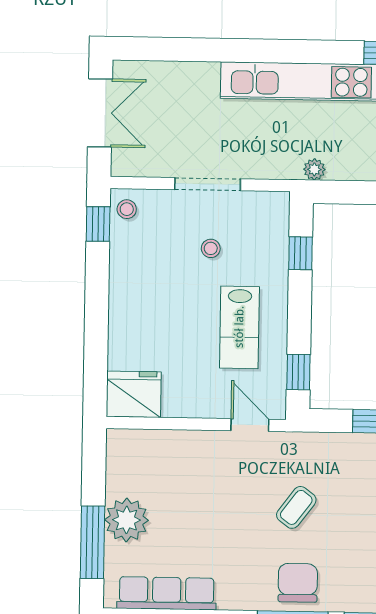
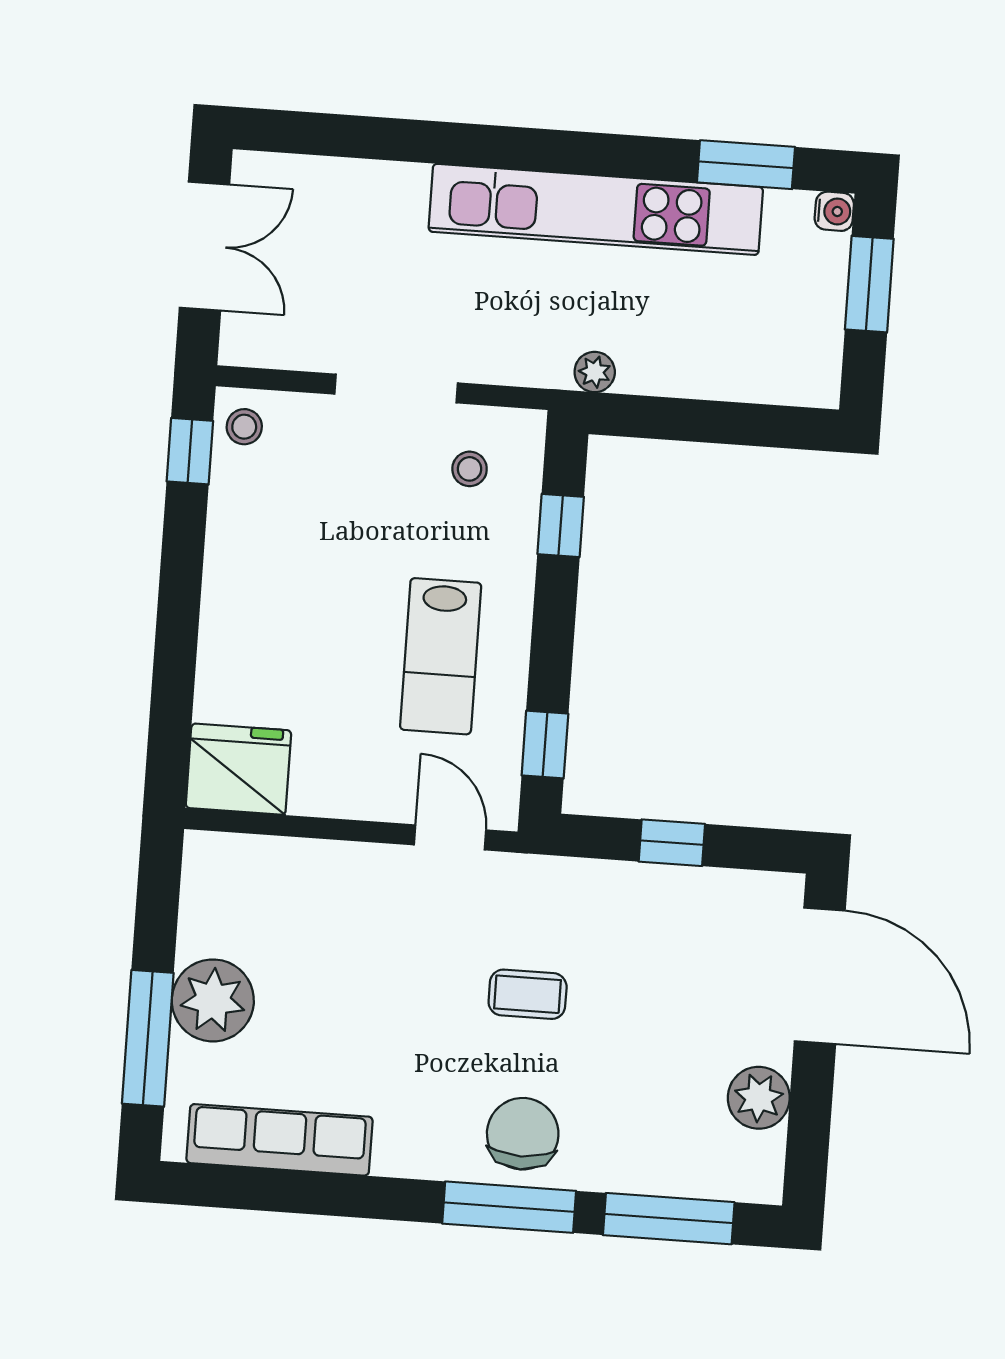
stool: (211, 248) -> (470, 469), moved
coffee table: (296, 507) -> (528, 994), turned 53

